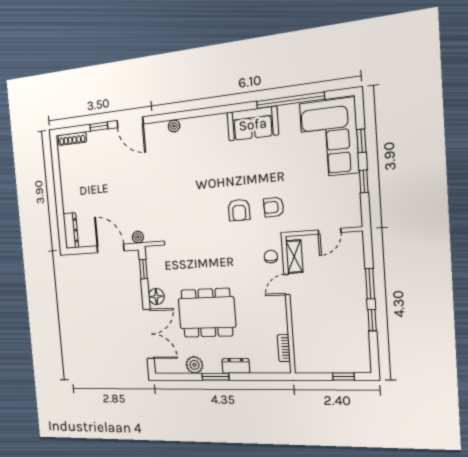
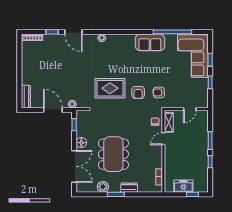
rug: (193, 207) -> (110, 88), added
dining table: (207, 313) -> (113, 154), turned 90
freezer: (327, 363) -> (183, 186), added

